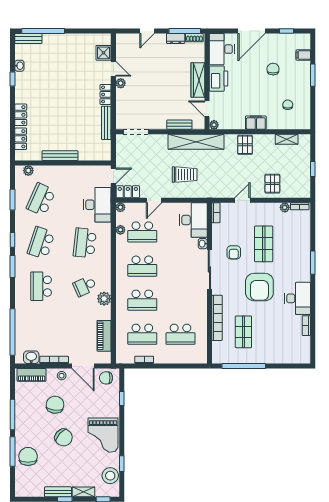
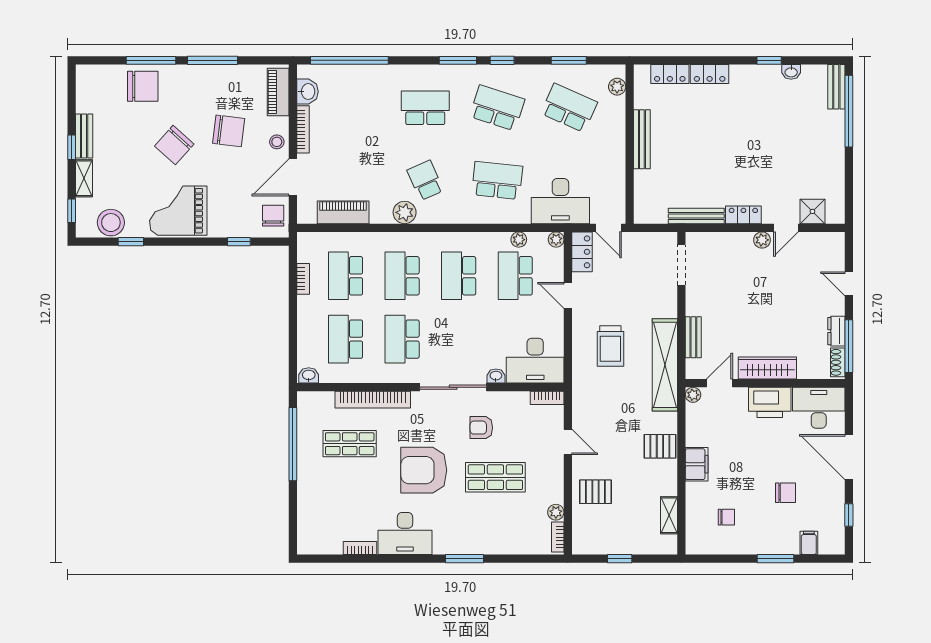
school desk: (180, 300) -> (402, 339), added
washbasin: (202, 356) -> (309, 375), added

